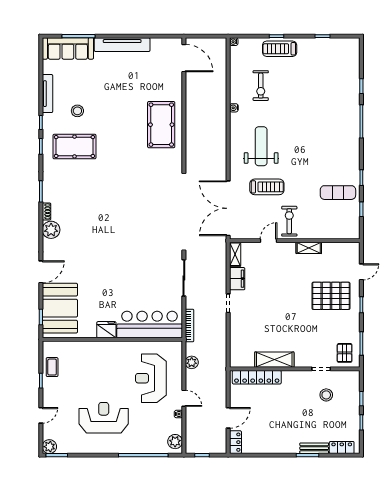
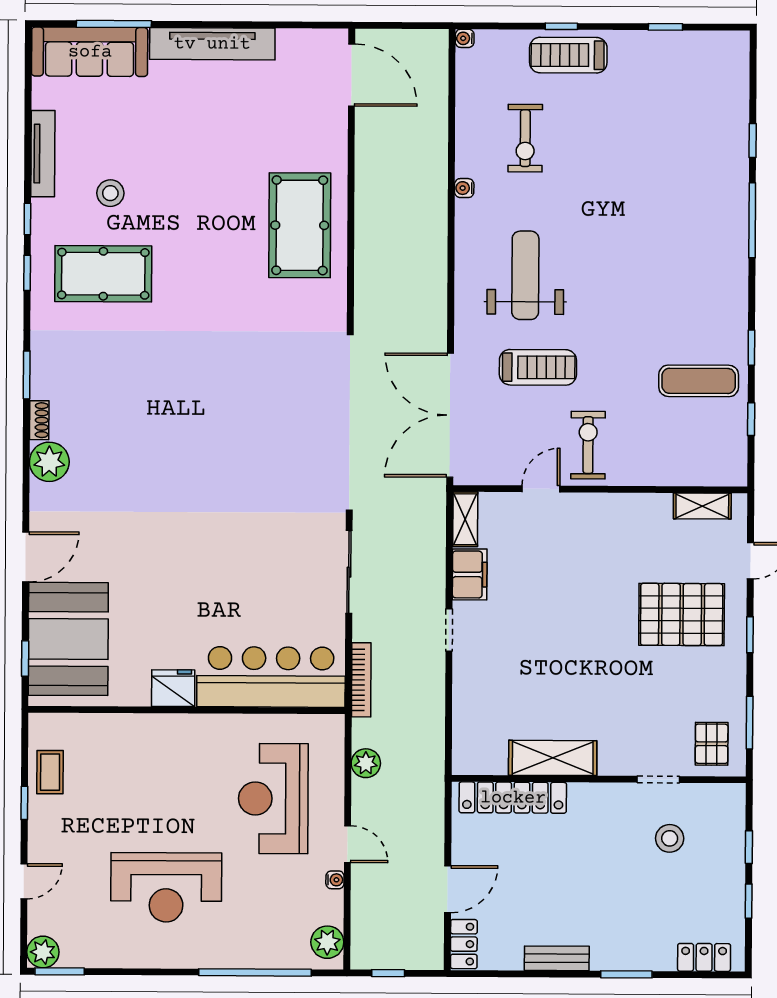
shelving: (309, 248) -> (702, 506), moved
reception desk: (104, 418) -> (166, 887), turned 180
bench: (314, 448) -> (557, 958), moved

